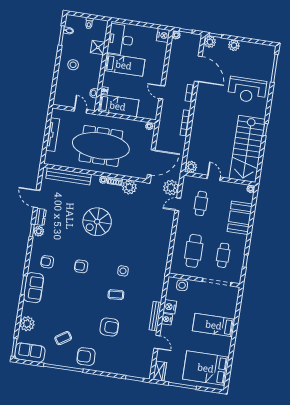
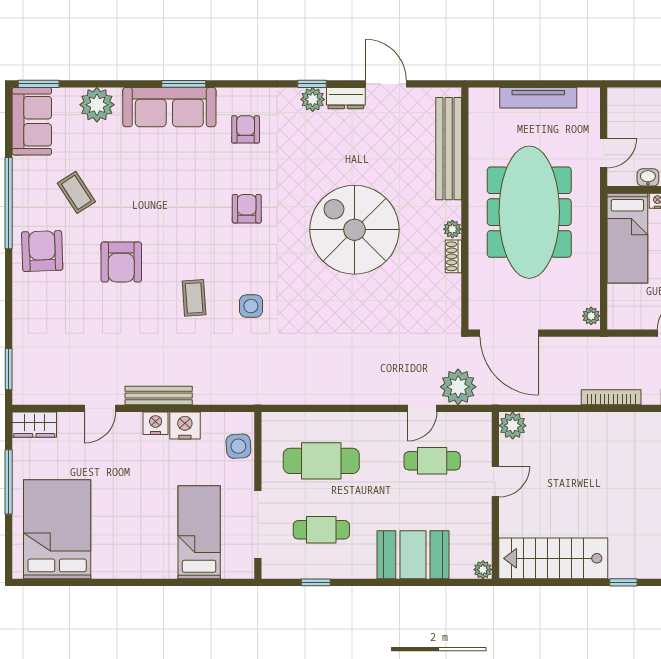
stairs: (247, 149) -> (553, 558), width x0.73, depth x0.66
plant: (129, 187) -> (445, 291), removed
door: (37, 199) -> (386, 84), hinge flipped
door: (178, 204) -> (422, 408), swing flipped
spiral stairs: (97, 222) -> (354, 230), width x1.37, depth x1.37
sofa: (34, 288) -> (169, 107), width x1.36
bed: (214, 325) -> (199, 532), moved
armchair: (109, 327) -> (121, 262), moved

